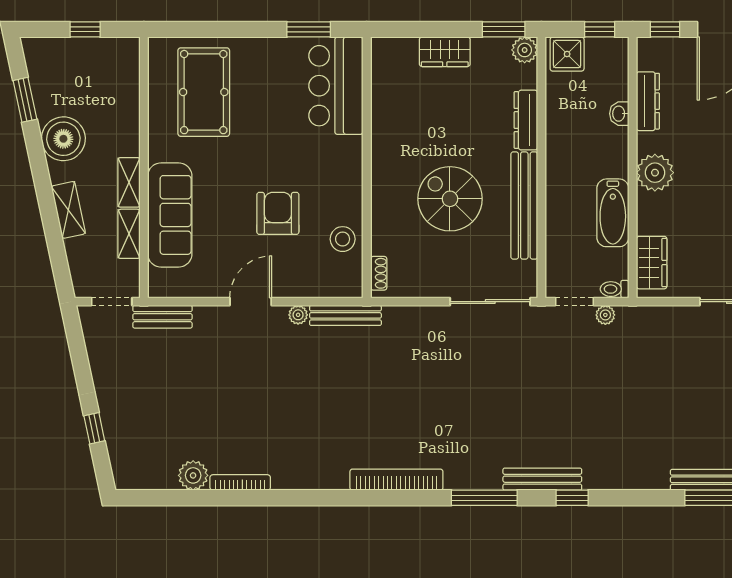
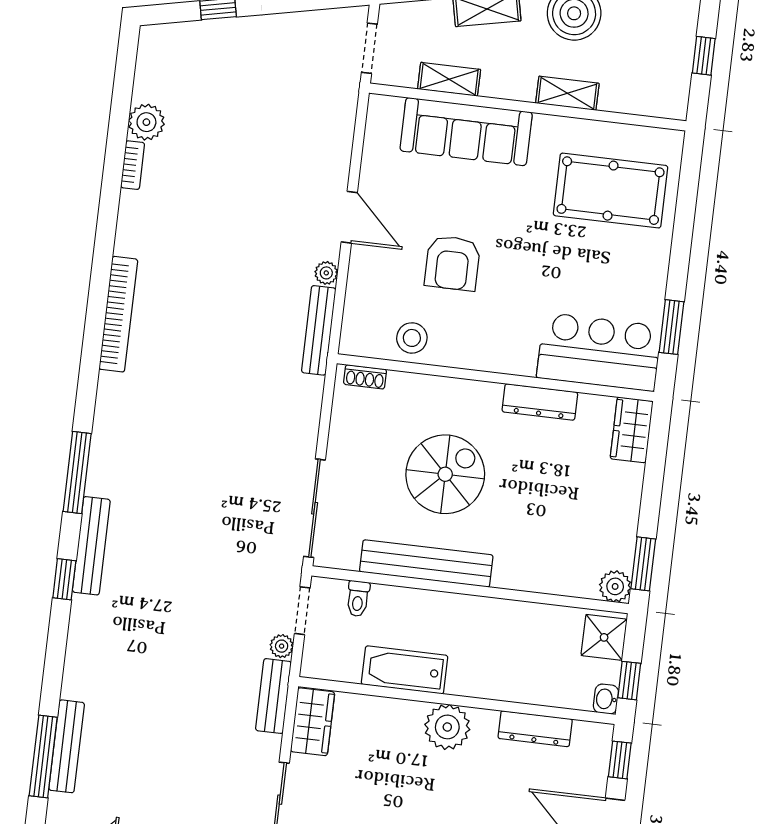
wardrobe: (445, 52) -> (632, 430), moved
washbasin: (619, 114) -> (606, 699), moved, turned -90
dresser: (526, 120) -> (540, 402), moved, turned 180
shelving: (129, 182) -> (567, 93), moved
armchair: (278, 213) -> (452, 263), turned 90
wardrobe: (652, 263) -> (313, 722), moved, turned -90
toilet: (614, 289) -> (358, 599), moved, turned 180
bench: (162, 317) -> (273, 696), moved
bookcase: (396, 480) -> (118, 314), moved
bookcase: (240, 482) -> (133, 165), width x0.64

